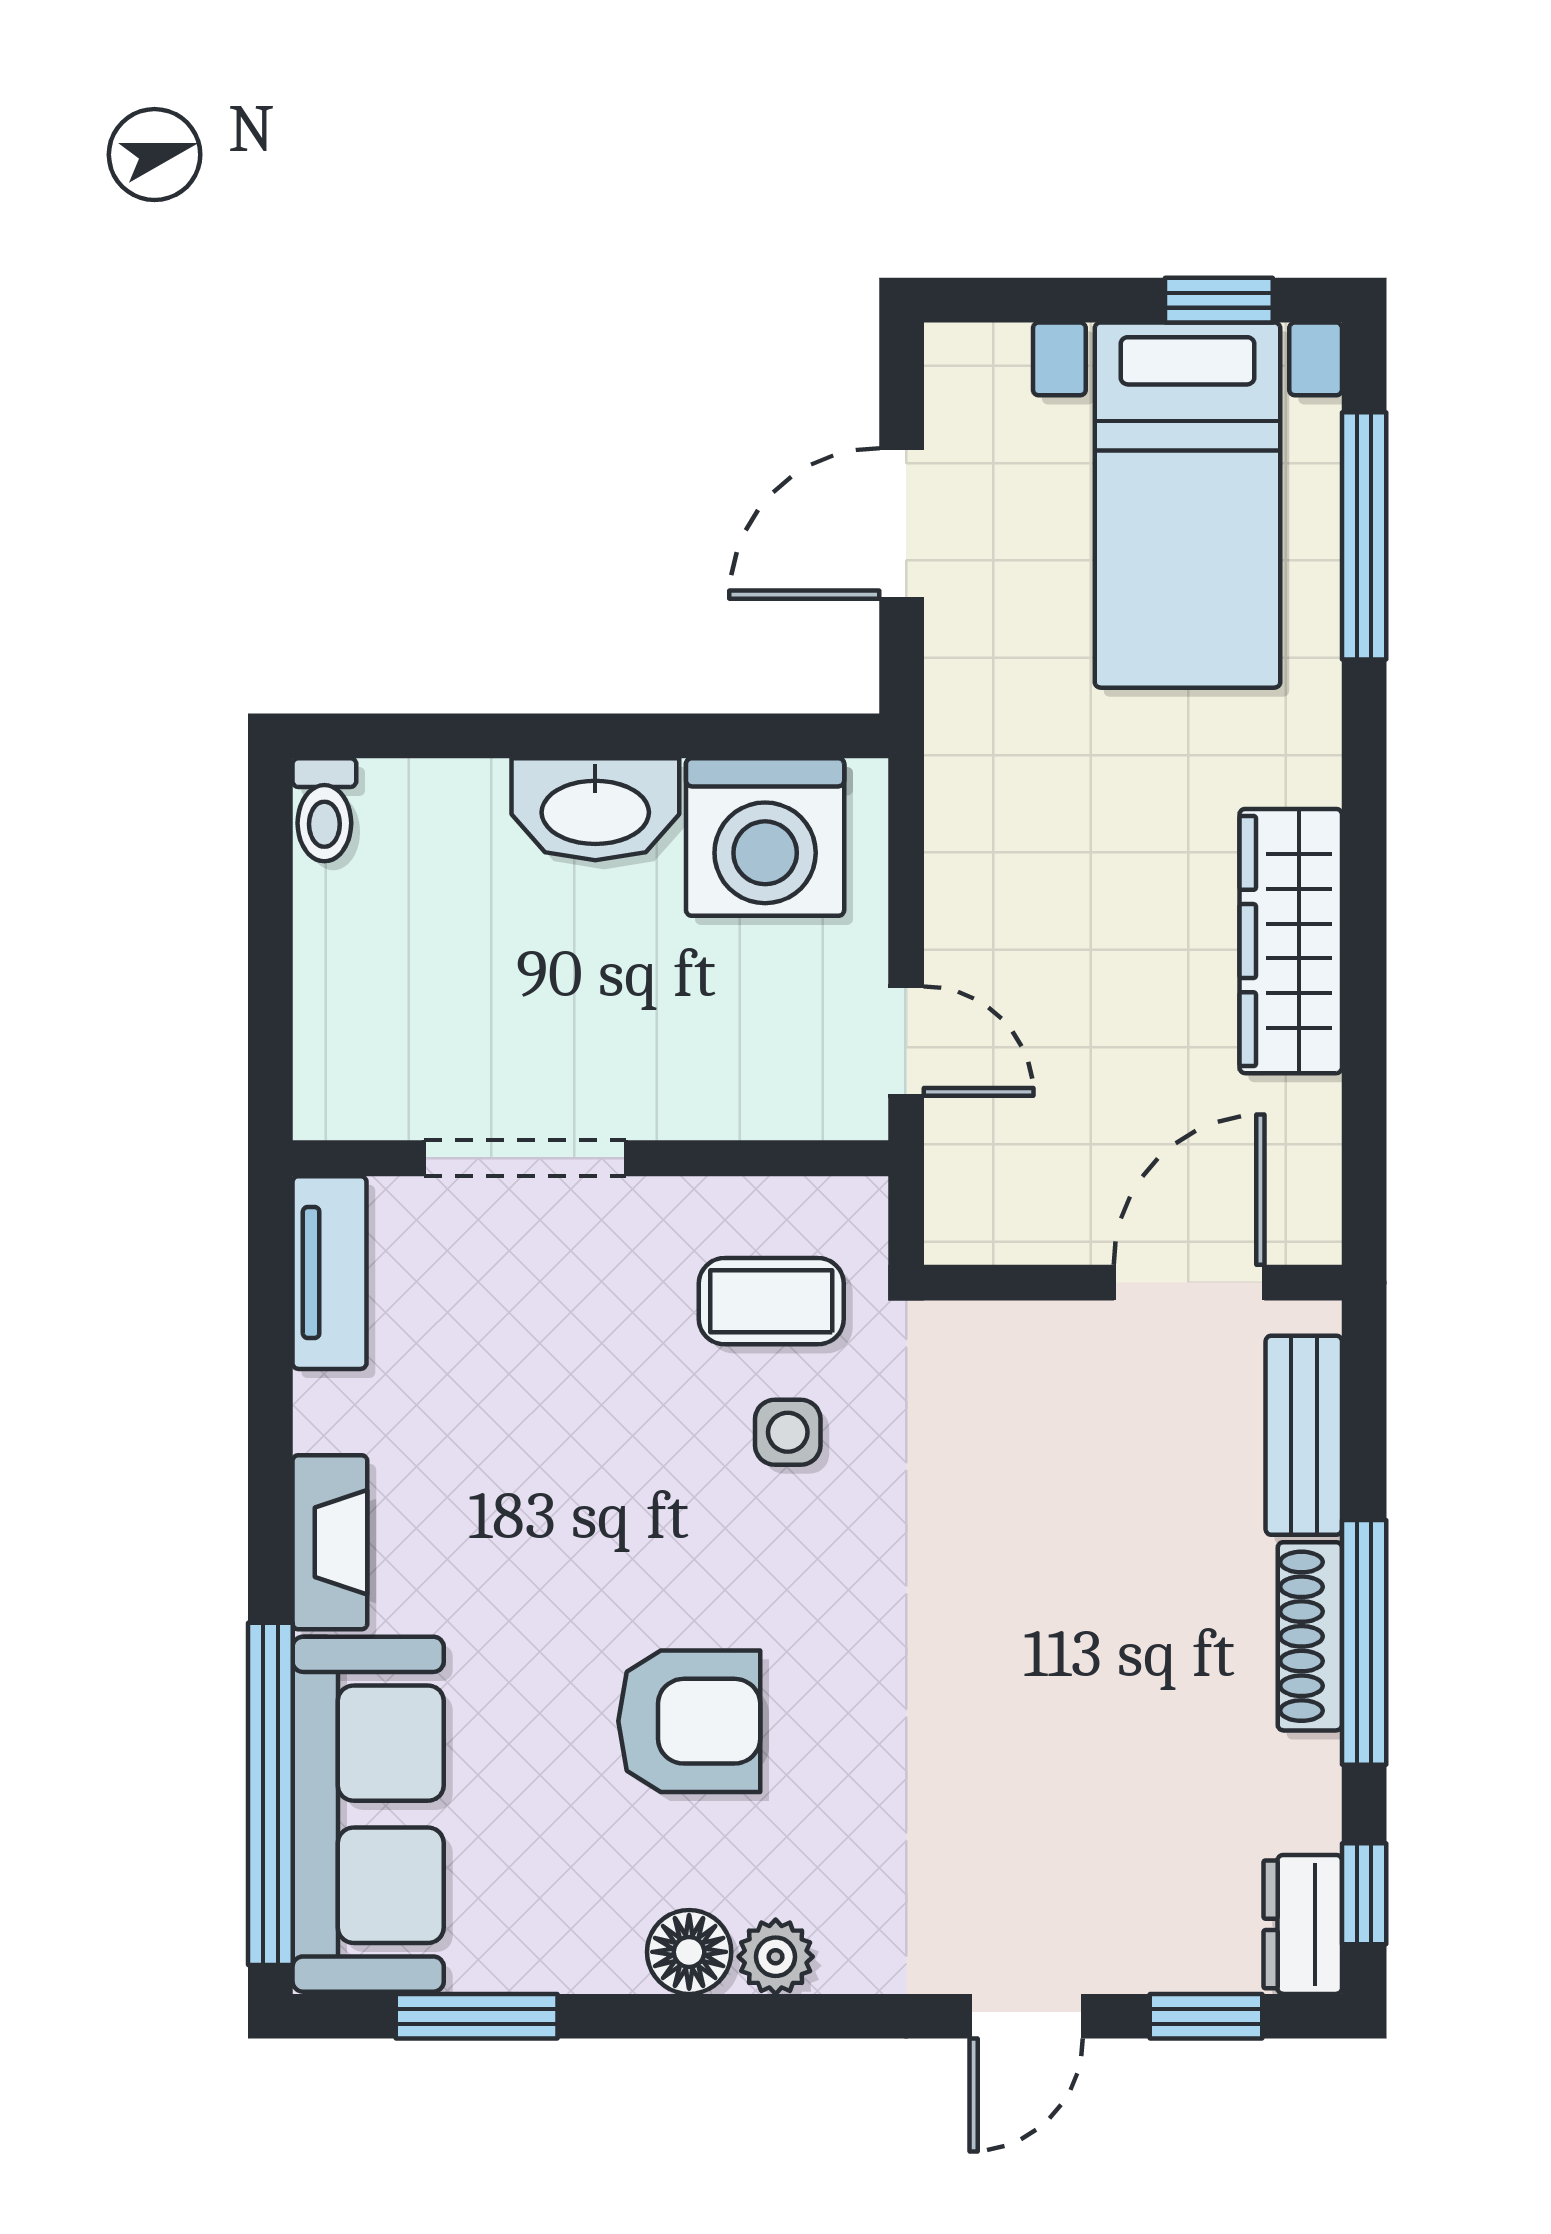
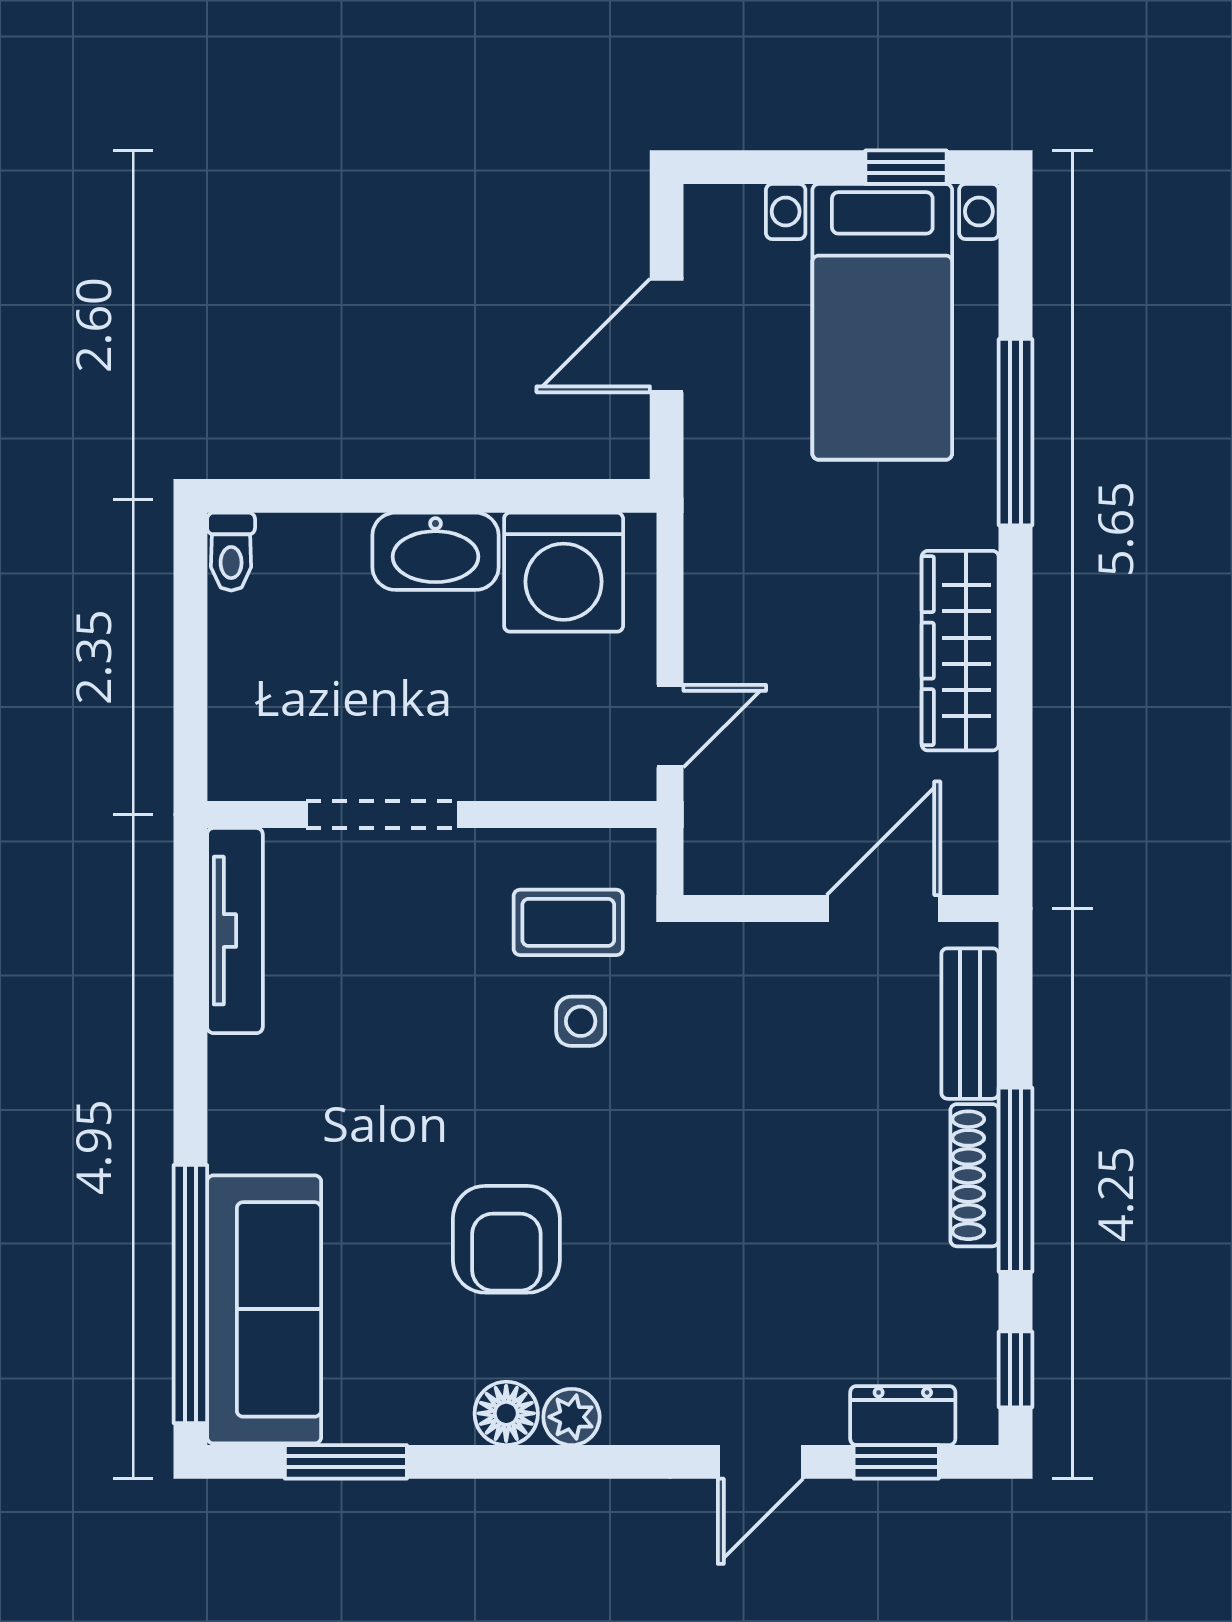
window: (1364, 536) -> (1016, 432), moved
door: (906, 1041) -> (670, 726), hinge flipped
tv unit: (329, 1273) -> (235, 931), width x1.41
fireplace: (330, 1542) -> (235, 1104), removed
armchair: (689, 1721) -> (506, 1239), turned 90
dresser: (1303, 1924) -> (903, 1416), moved, turned 90

